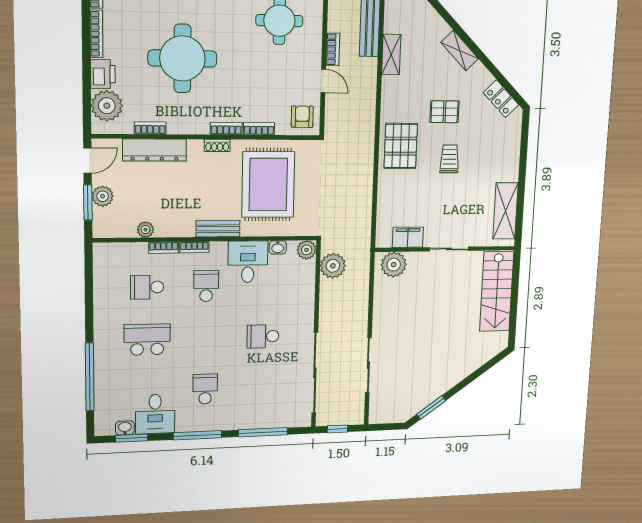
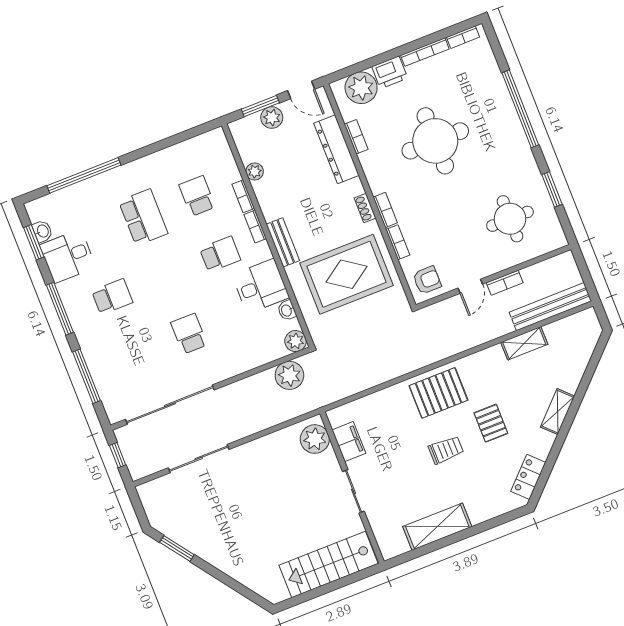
shelving: (505, 211) -> (437, 527), moved

